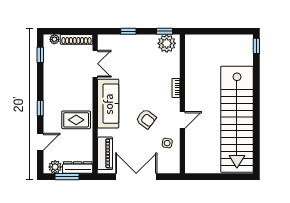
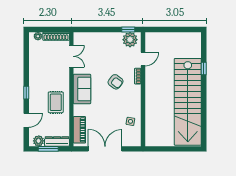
window: (128, 31) -> (99, 30), removed
window: (256, 46) -> (204, 68), moved
window: (40, 55) -> (26, 49), removed
sofa: (108, 104) -> (82, 89), width x0.73
armchair: (146, 119) -> (115, 82), moved
rug: (76, 120) -> (56, 102), turned 90
door: (182, 120) -> (143, 59), moved

